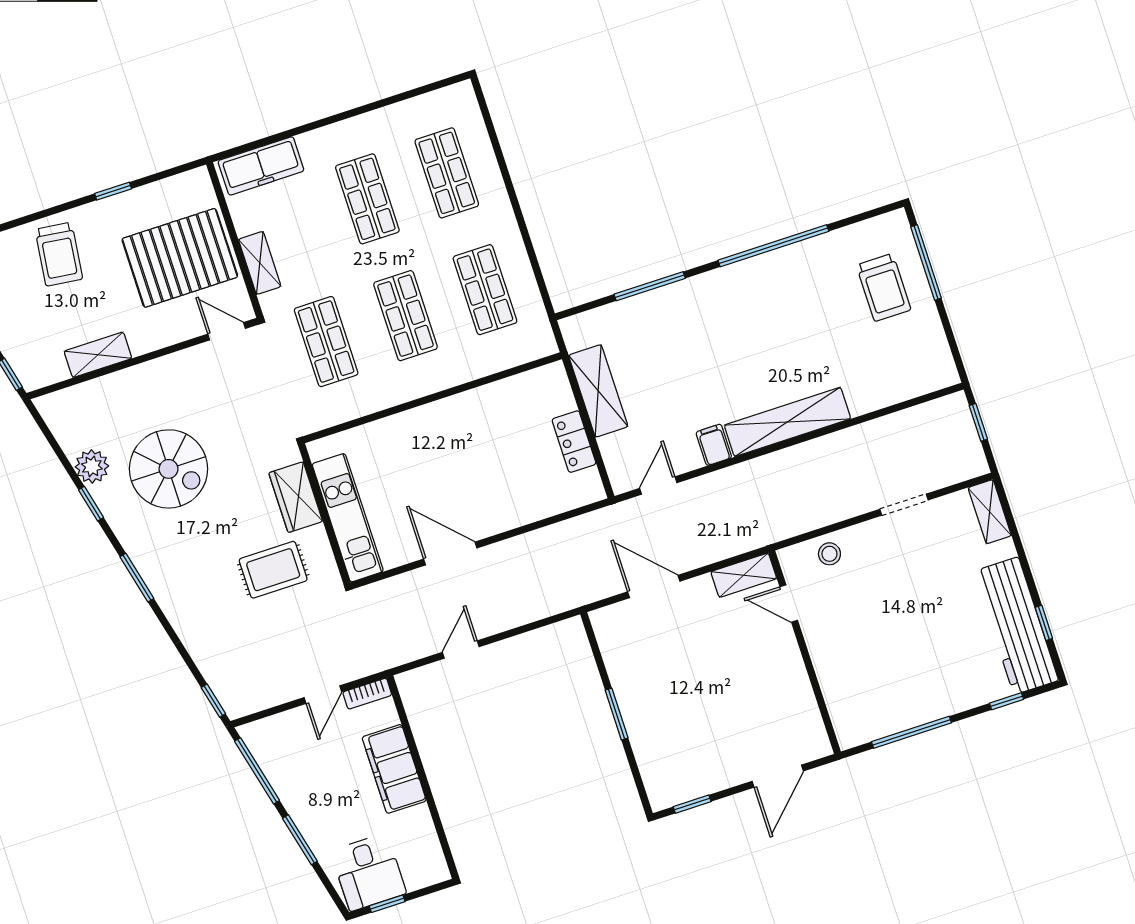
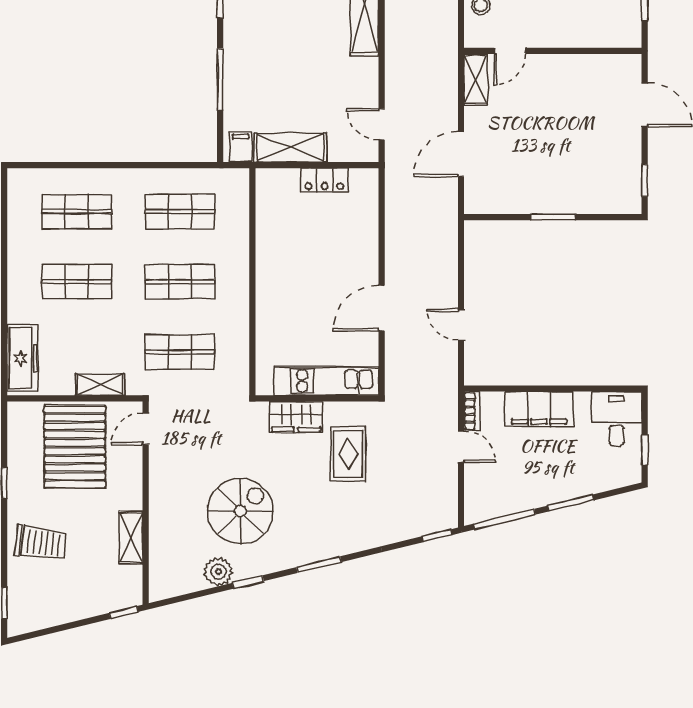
filing cabinet: (714, 445) -> (241, 147), moved, turned 90
desk: (368, 872) -> (617, 419), moved, turned -90

